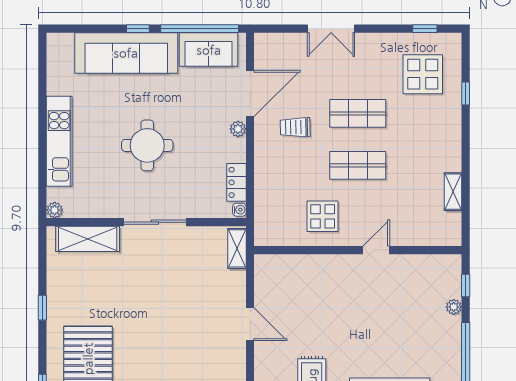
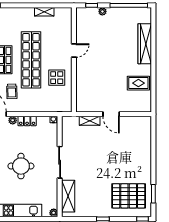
shop shelf: (358, 165) -> (31, 60), width x2.00, depth x1.36
locker: (236, 182) -> (27, 121), moved
shelving: (237, 248) -> (90, 121), moved
door: (376, 250) -> (74, 51), swing flipped
door: (250, 324) -> (111, 114), swing flipped

